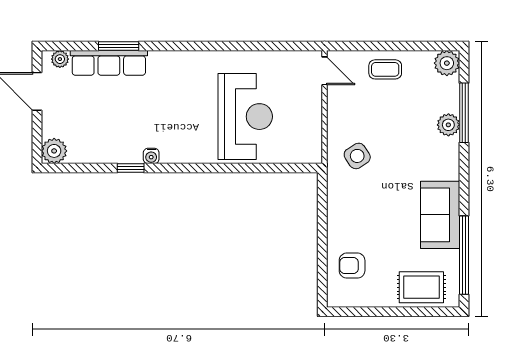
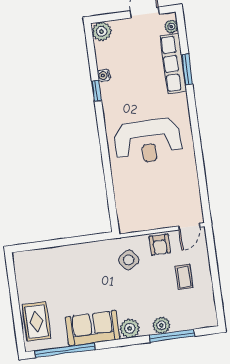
plant: (447, 63) -> (130, 328), moved
coffee table: (385, 69) -> (184, 277), moved
reception desk: (245, 117) -> (148, 141), moved
water cooler: (151, 156) -> (104, 76), moved
armchair: (352, 266) -> (160, 245), moved, turned 180

